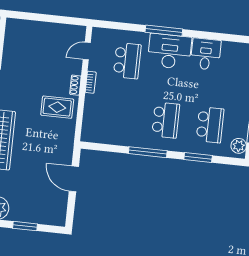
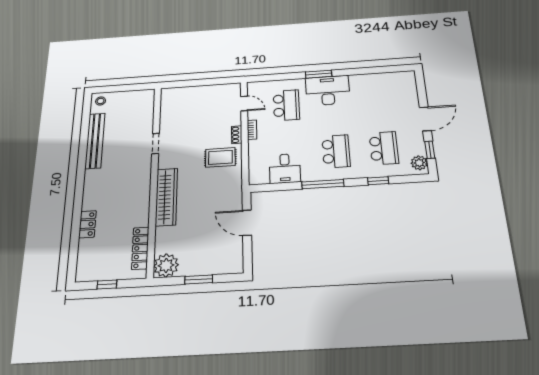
window: (164, 31) -> (319, 74), width x0.69
door: (87, 51) -> (244, 103), swing flipped
desk: (206, 54) -> (285, 168), moved, turned 180
window: (198, 158) -> (378, 181), width x0.67

